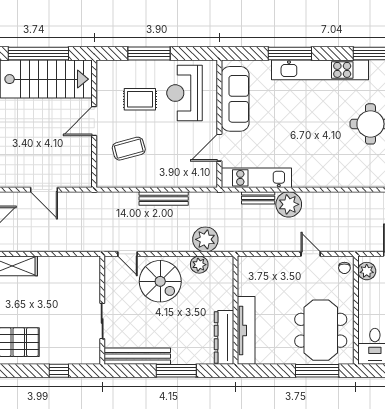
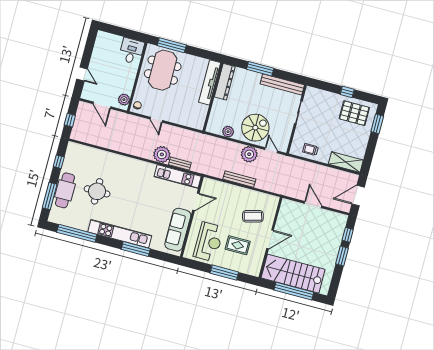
plant: (205, 239) -> (249, 154), moved
trolley: (70, 271) -> (310, 149), added
spiral stairs: (160, 281) -> (255, 128), turned 90
window: (59, 371) -> (347, 92), moved

